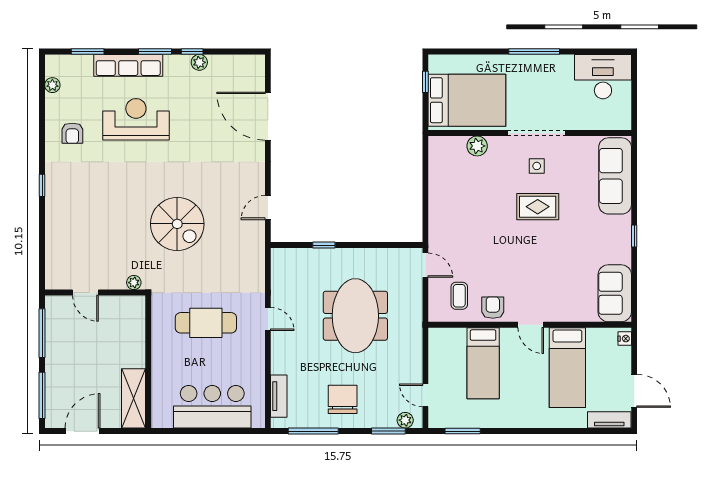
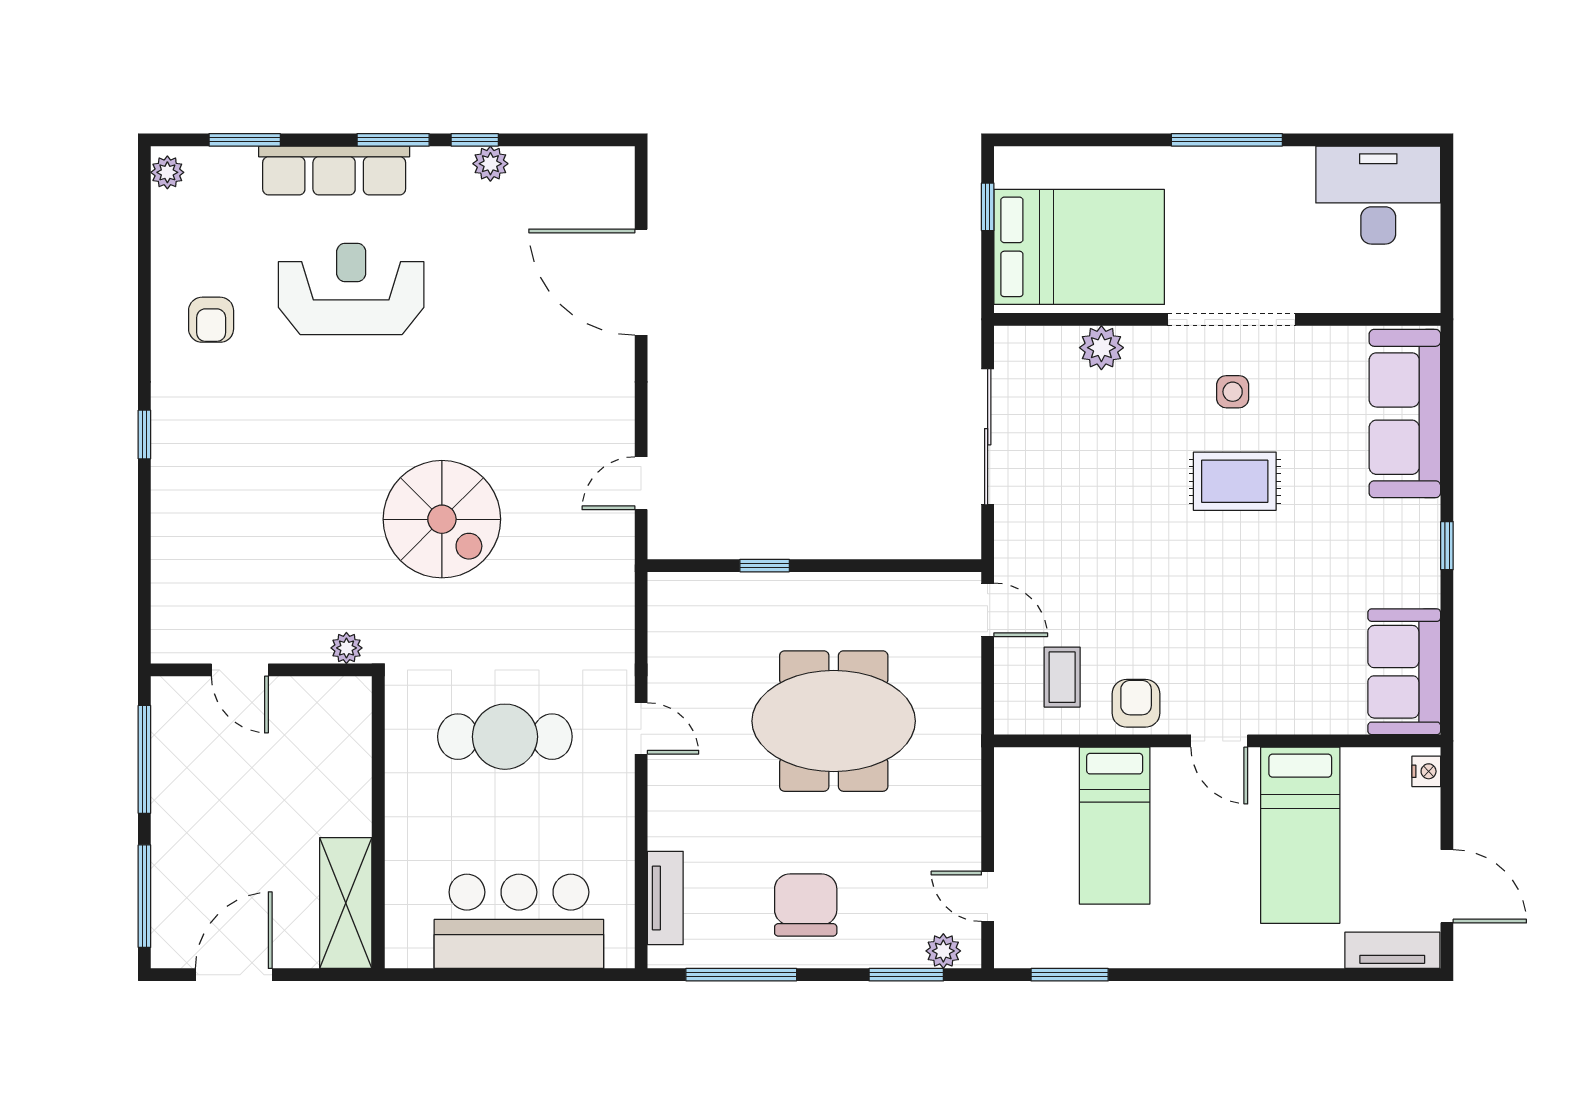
plant: (52, 85) -> (167, 172), moved
sliding door: (425, 186) -> (988, 437), added
meeting table: (355, 316) -> (834, 721), turned 90

